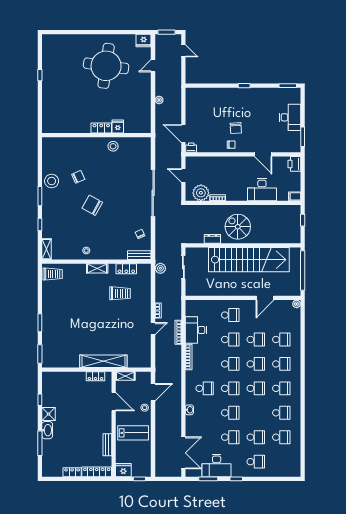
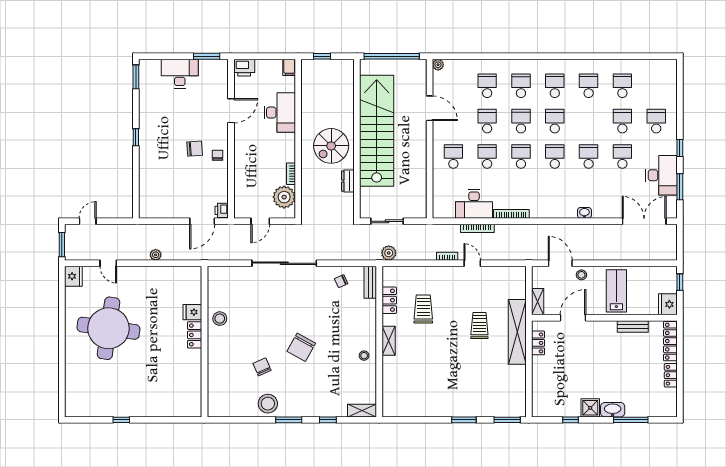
trolley: (53, 274) -> (479, 325), moved
school desk: (205, 388) -> (555, 192), removed

